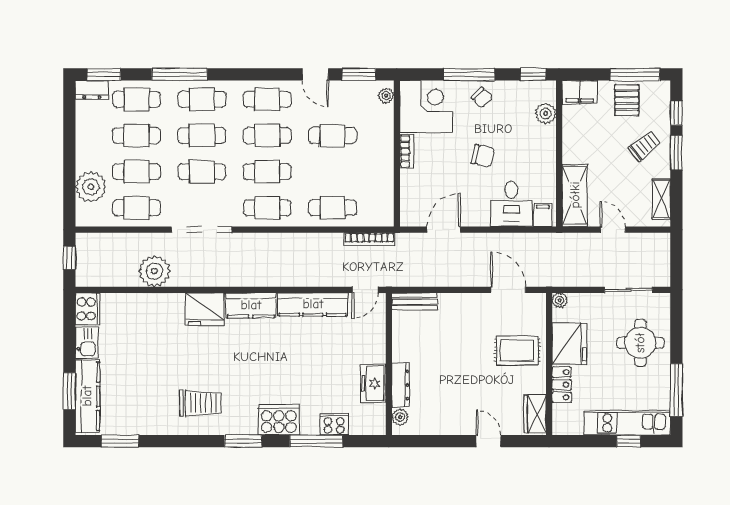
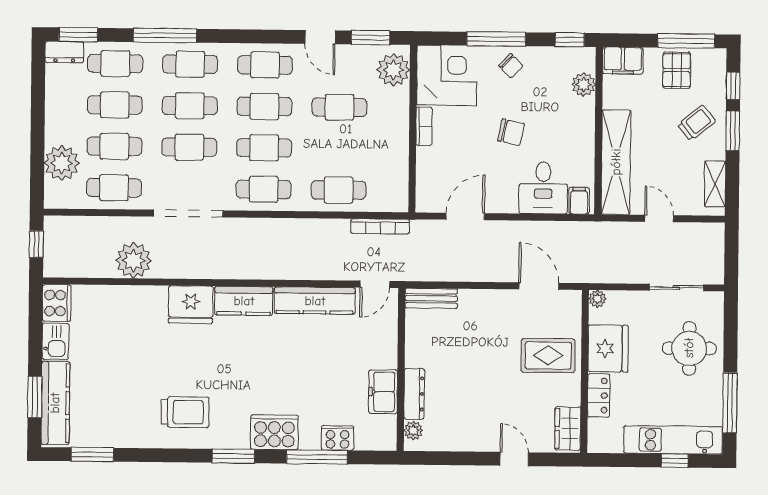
plant: (386, 96) -> (393, 70), width x1.87, depth x1.87
shelving: (575, 195) -> (616, 162), width x1.47

